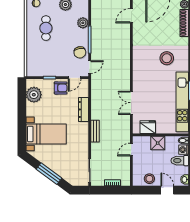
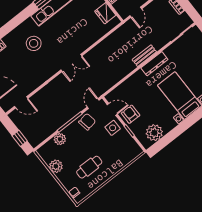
side table: (61, 67) -> (113, 128), added
door: (90, 67) -> (93, 104), hinge flipped
double door: (131, 103) -> (71, 63), moved
dresser: (83, 109) -> (154, 64), moved
door: (131, 150) -> (136, 12), hinge flipped

